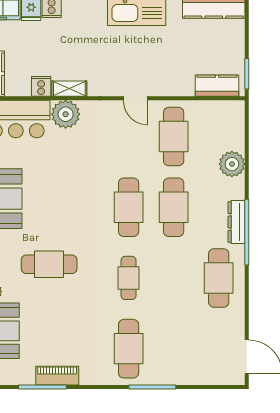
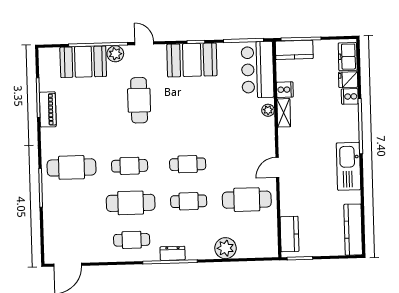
plant: (66, 114) -> (268, 110), width x0.53, depth x0.53
cafe table: (129, 207) -> (188, 164), width x0.73, depth x0.74
cafe table: (174, 207) -> (189, 201), width x0.73, depth x0.74
dresser: (236, 222) -> (173, 253), width x0.70
cafe table: (174, 278) -> (131, 203), added
cafe table: (219, 278) -> (132, 240), width x0.73, depth x0.74

